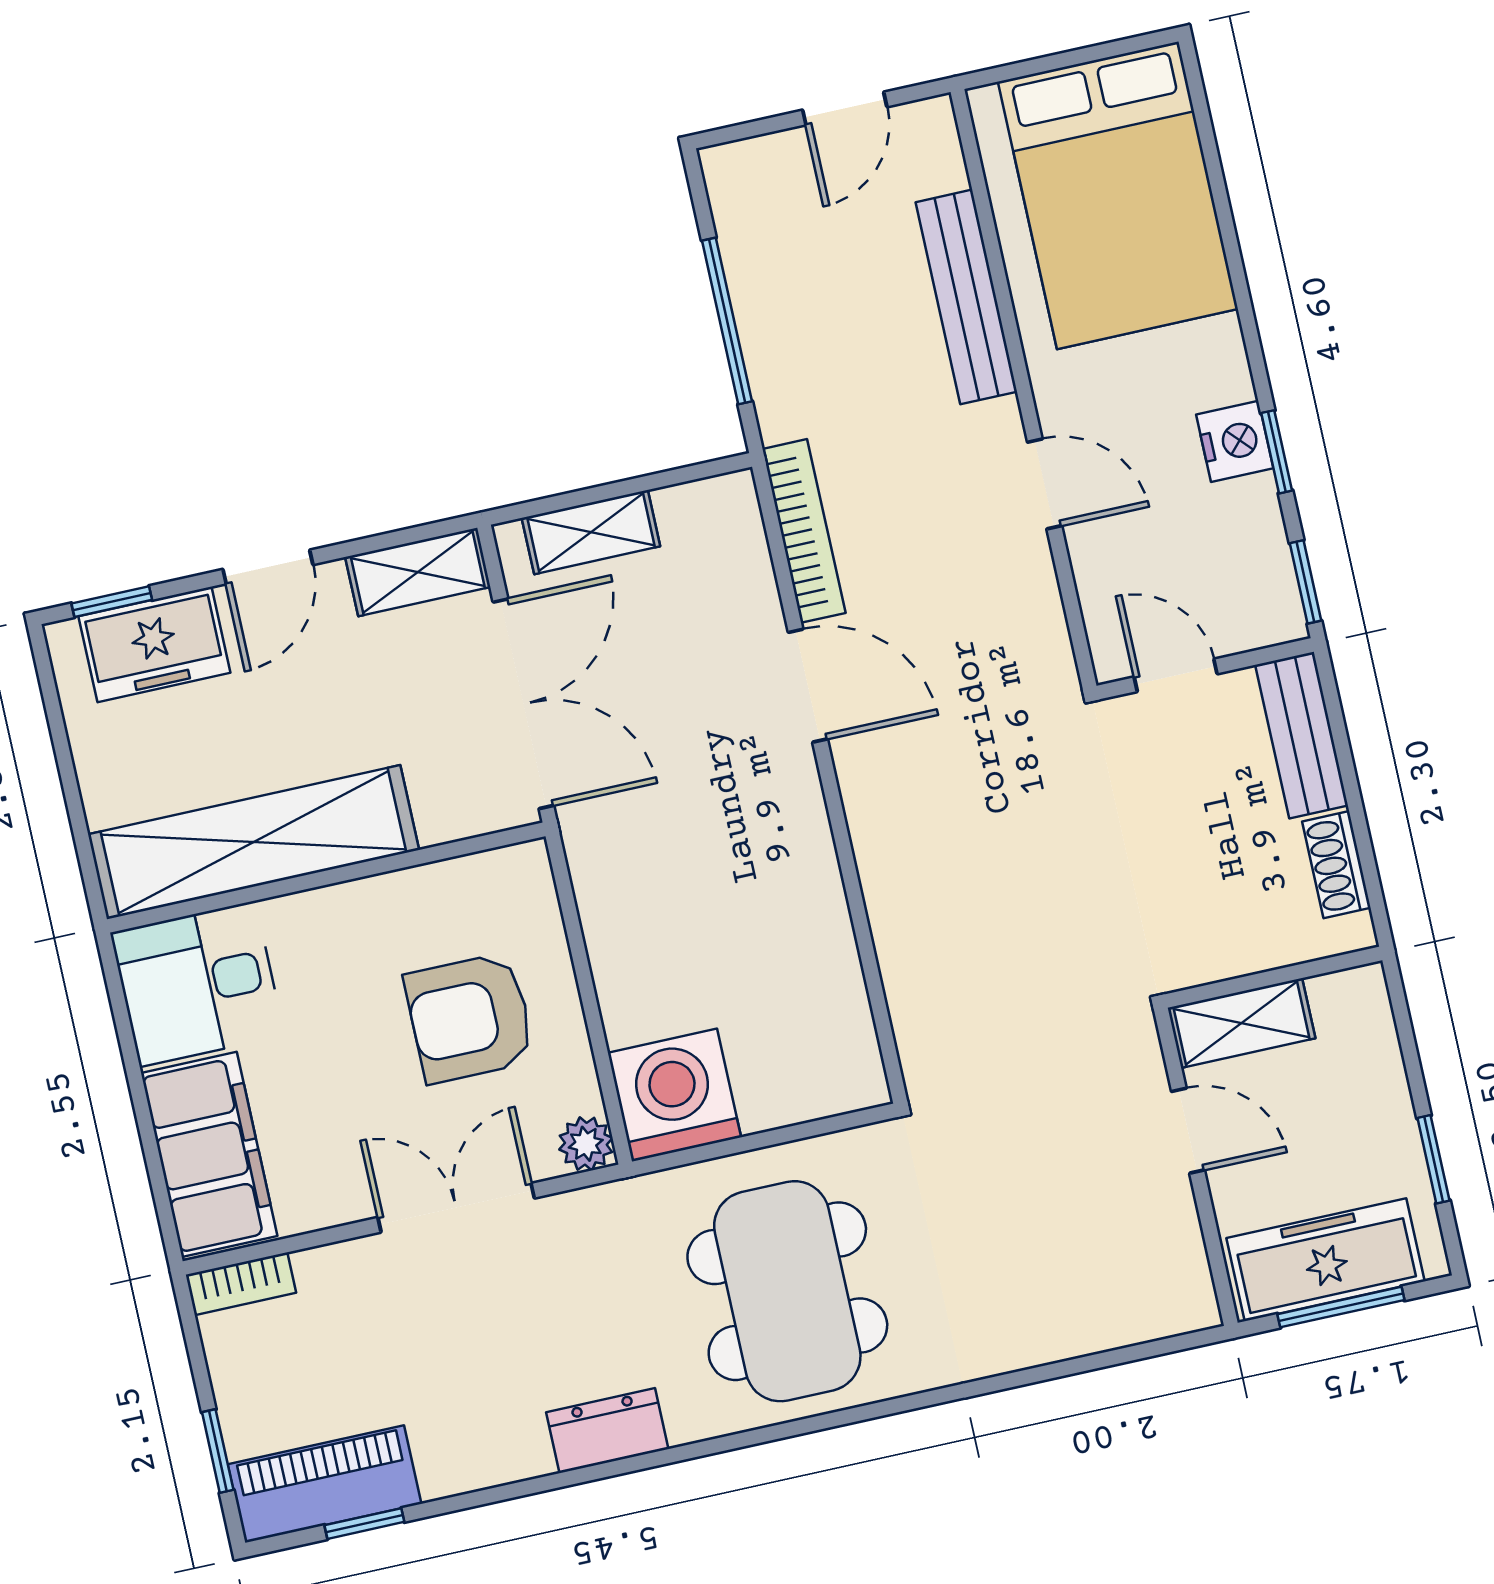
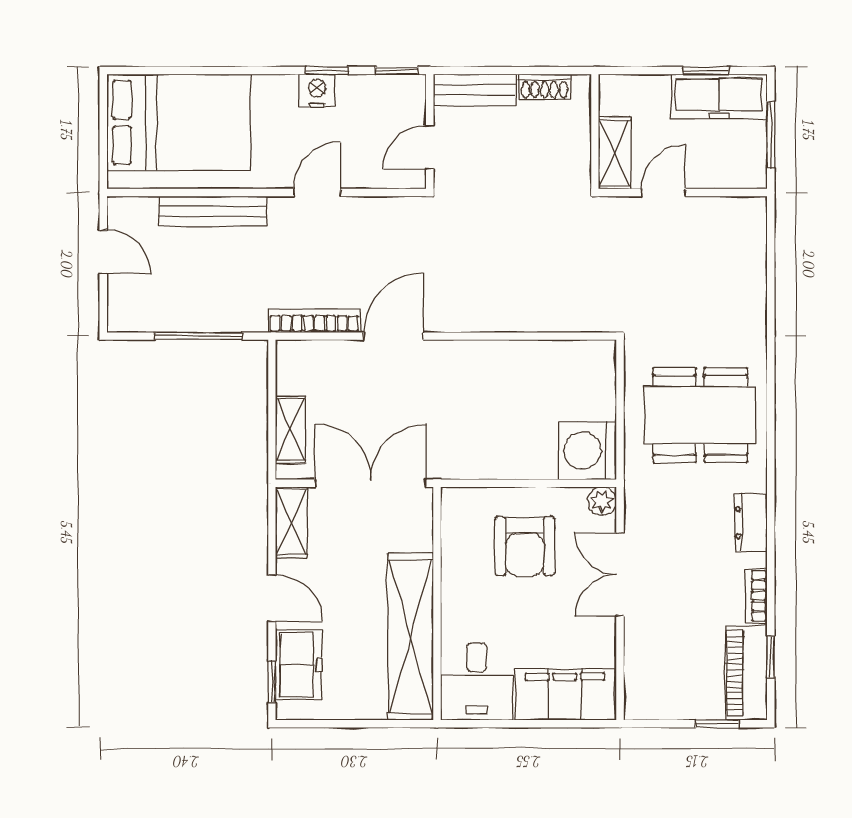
freezer: (1326, 1260) -> (719, 96), moved, turned -90
bookcase: (241, 1284) -> (756, 596), moved, turned 180

